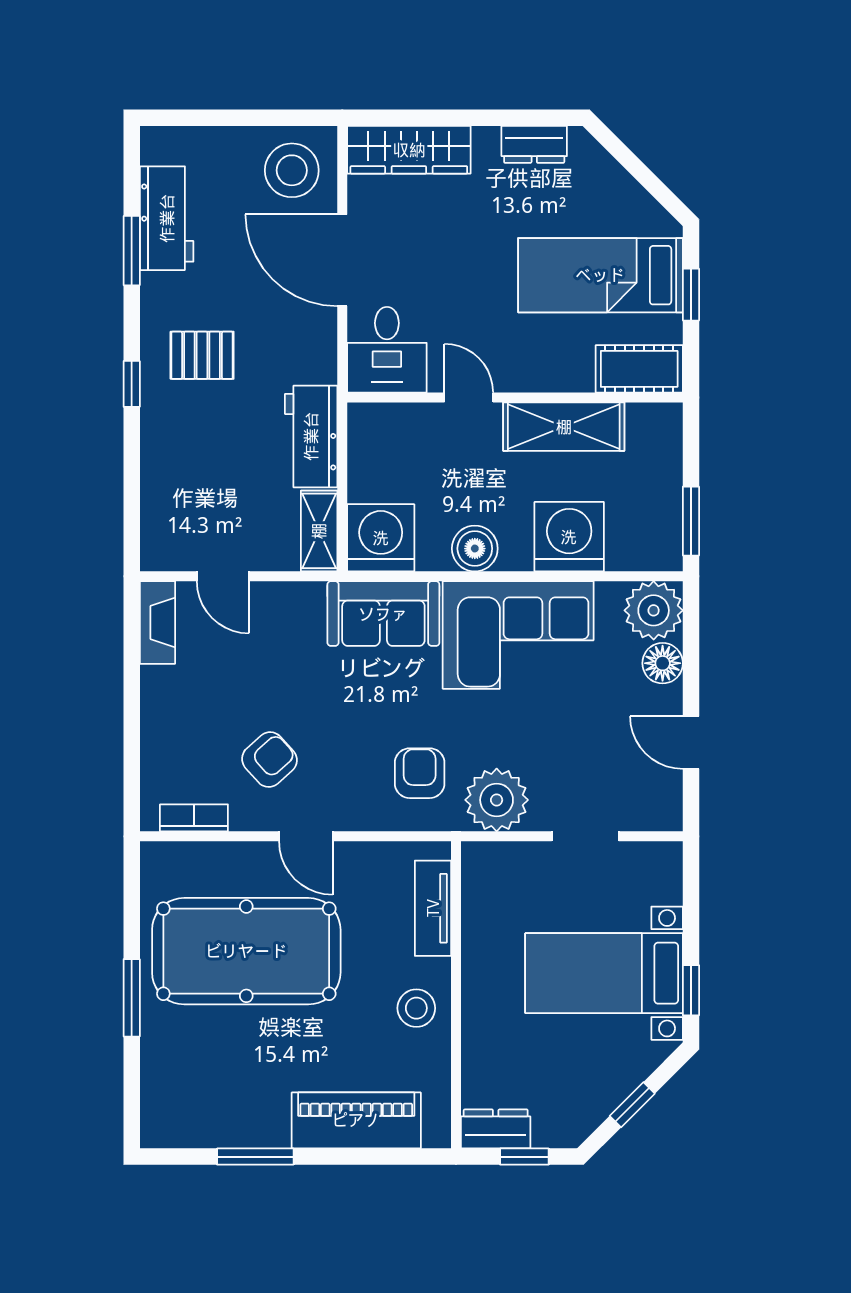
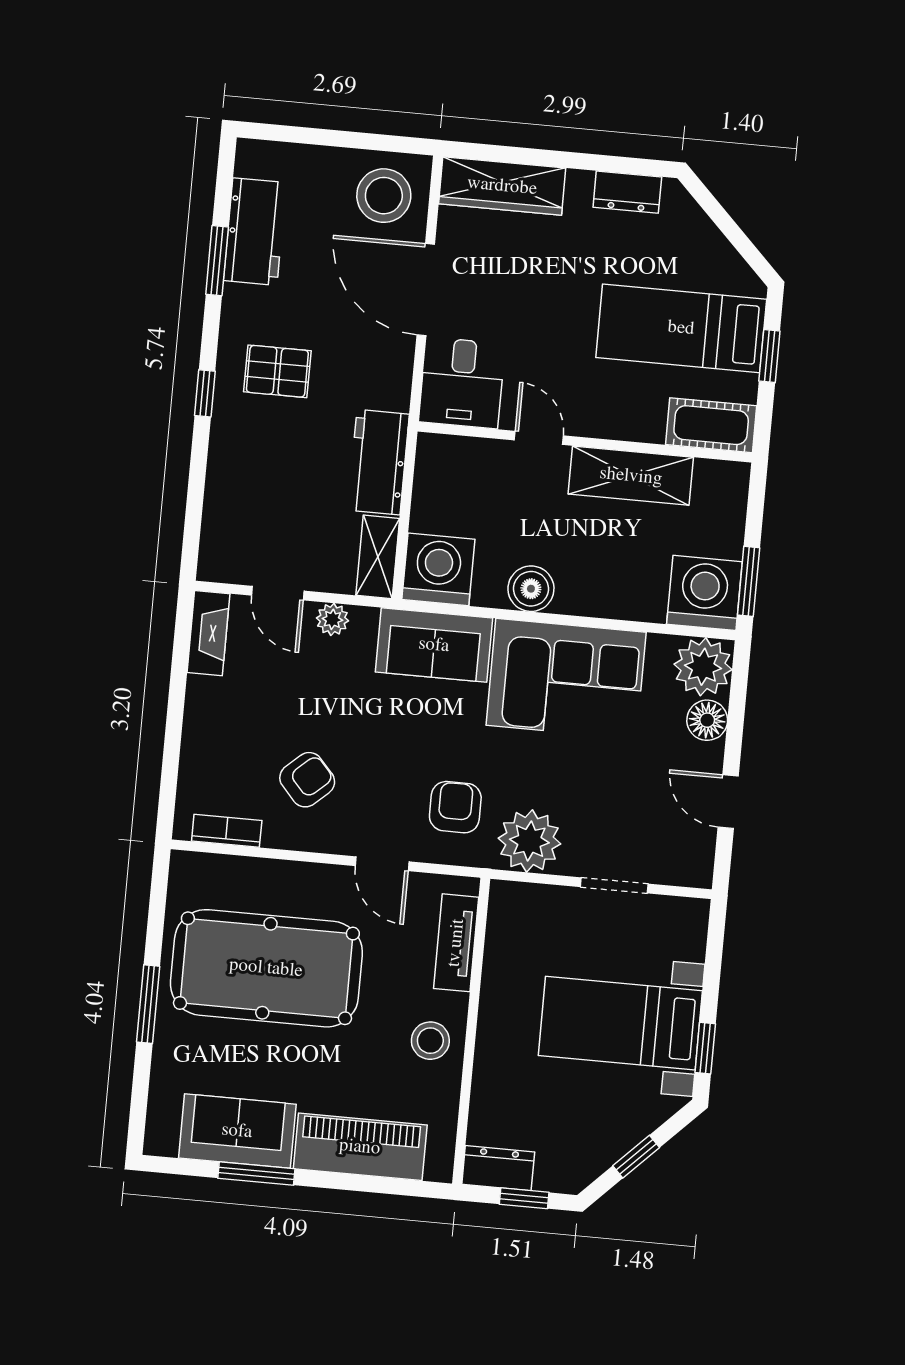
washing machine: (569, 537) -> (704, 593), moved
plant: (280, 597) -> (332, 619), added
door: (306, 836) -> (382, 864), moved
sofa: (232, 1116) -> (237, 1131), added

